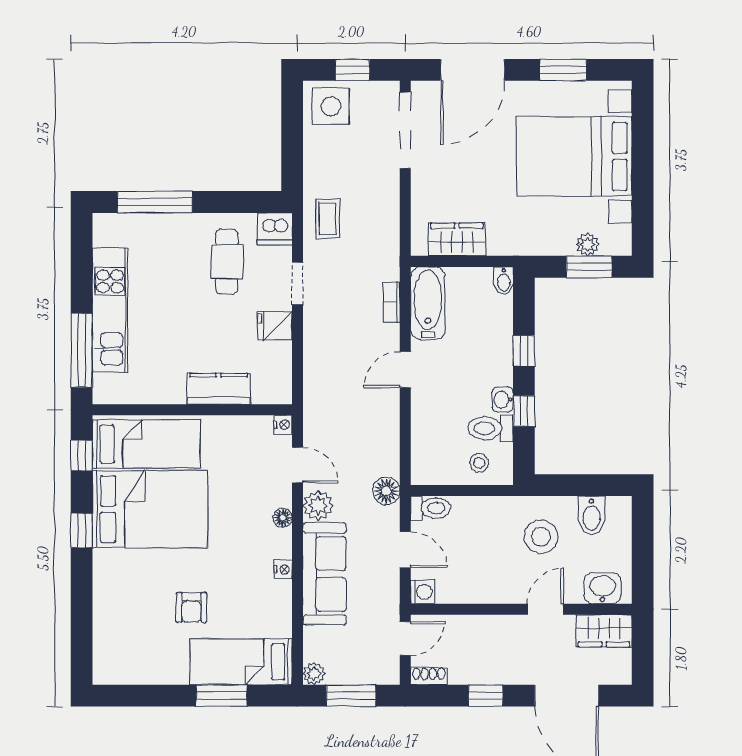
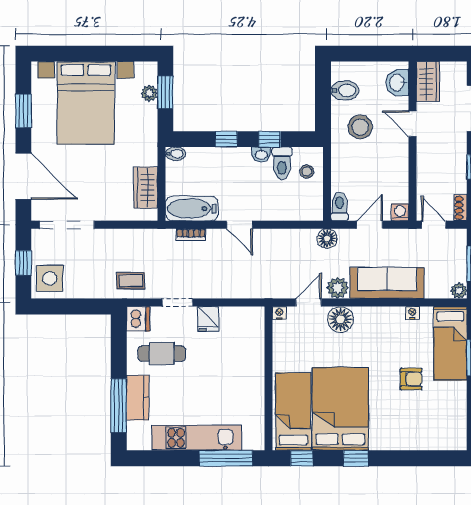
kitchen counter: (219, 389) -> (138, 398), moved, turned 180
floor lamp: (283, 518) -> (340, 319), width x1.89, depth x1.89
nightstand: (283, 569) -> (412, 313), moved

